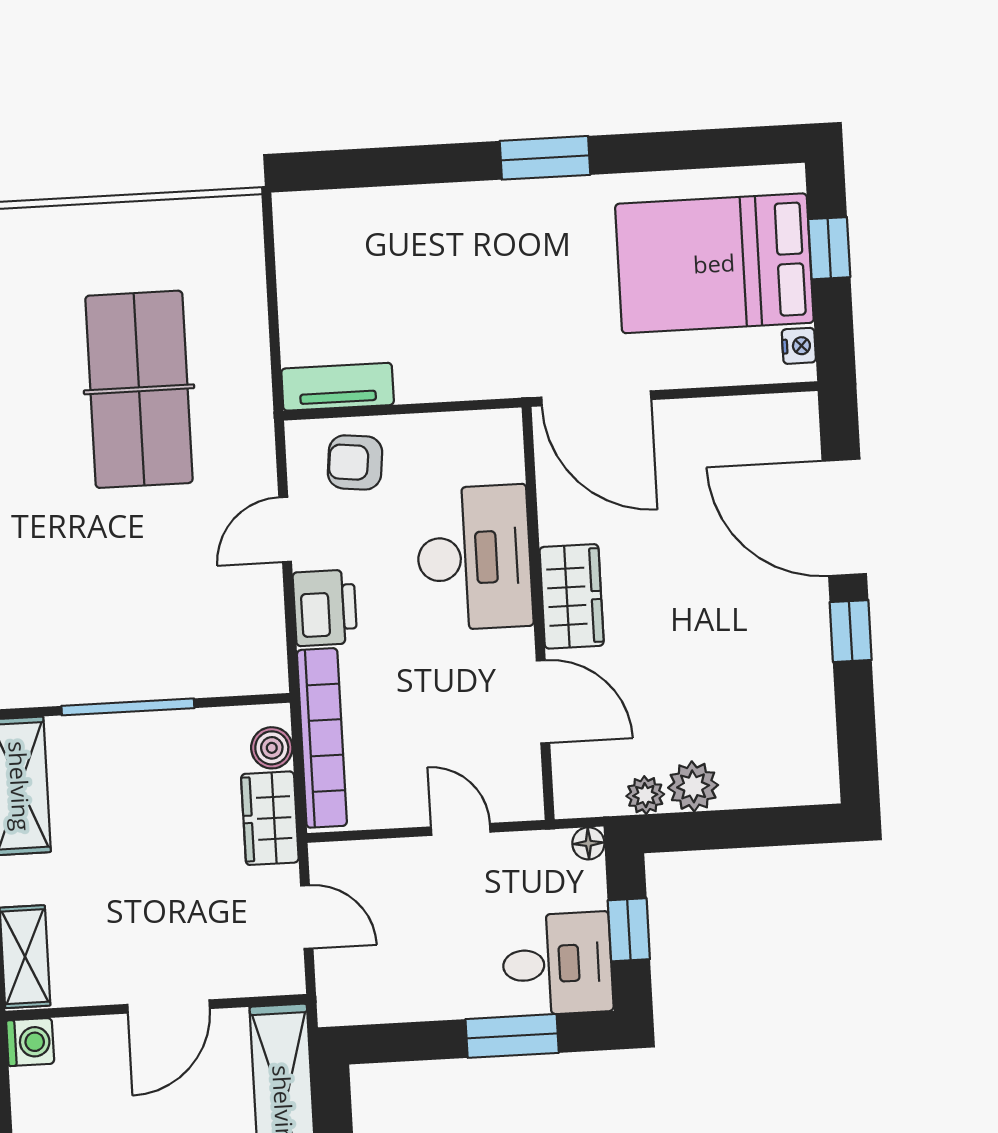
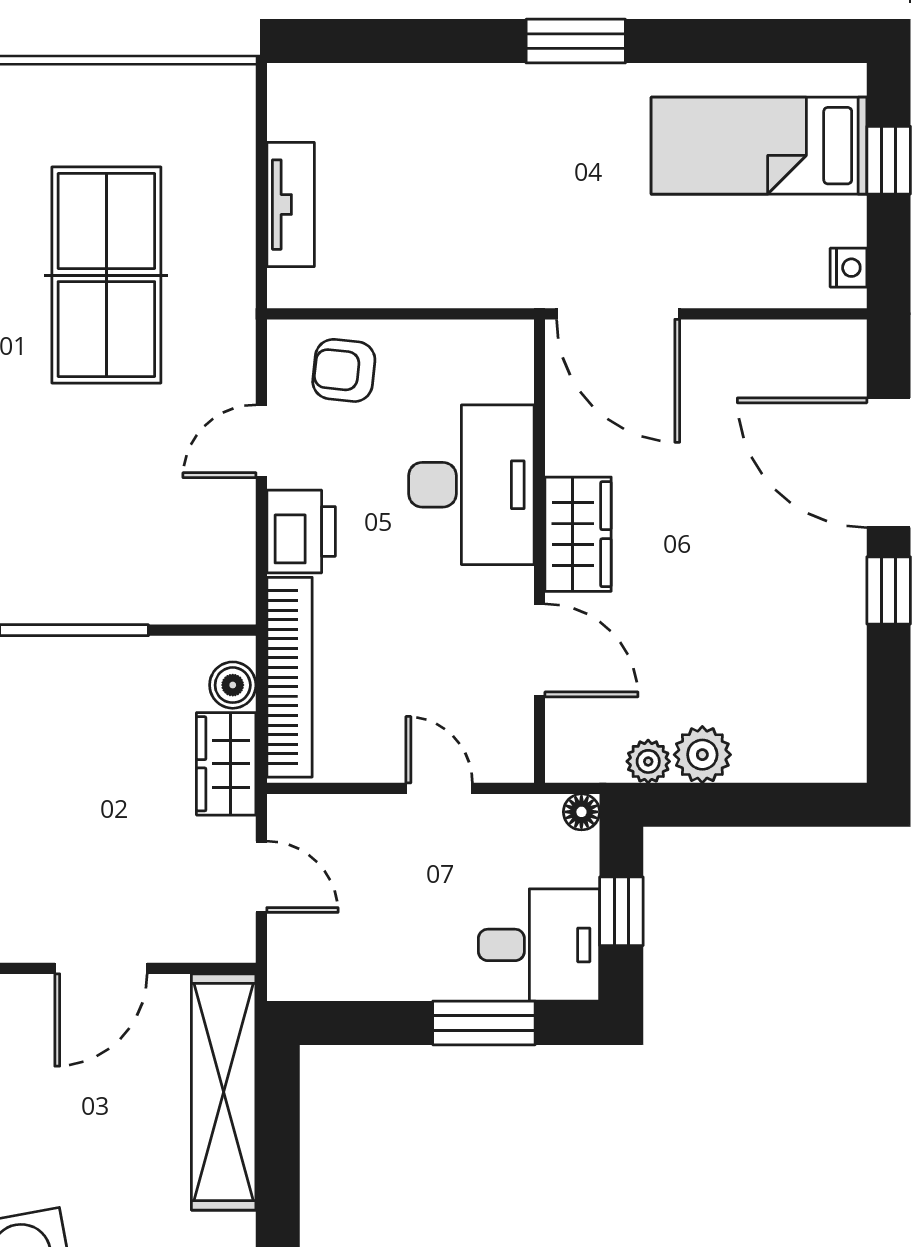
bed: (714, 263) -> (759, 146), width x0.67
tv unit: (338, 387) -> (291, 205), moved, turned 90

